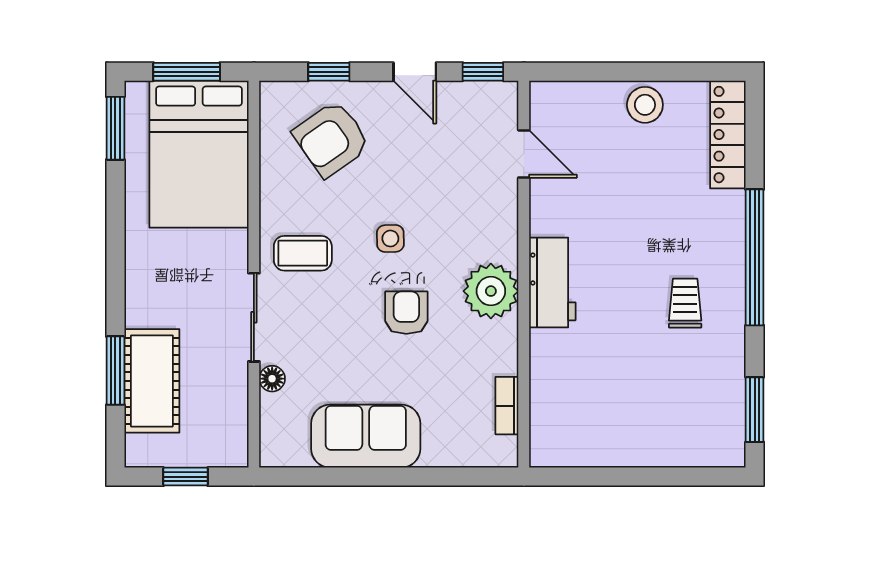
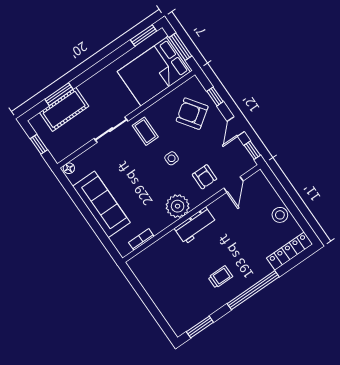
armchair: (406, 313) -> (205, 177), moved, turned 90
floor lamp: (272, 379) -> (69, 168), moved
sofa: (366, 436) -> (101, 204), width x1.36

